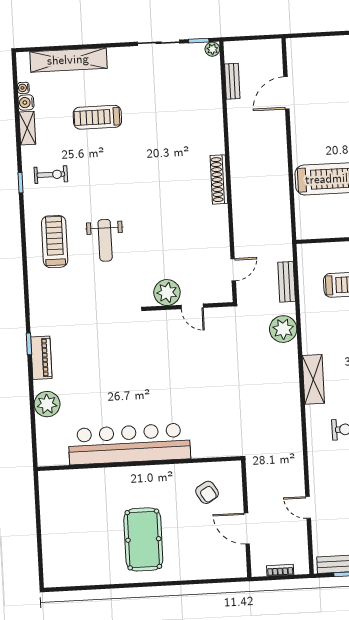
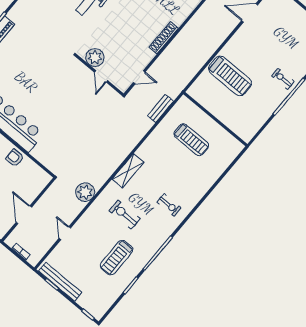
shoe rack: (219, 179) -> (164, 38), moved
plant: (283, 329) -> (85, 192), moved
armchair: (207, 492) -> (15, 158), moved, turned 121

